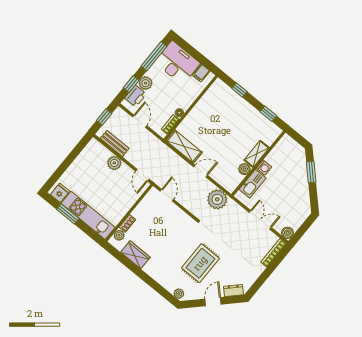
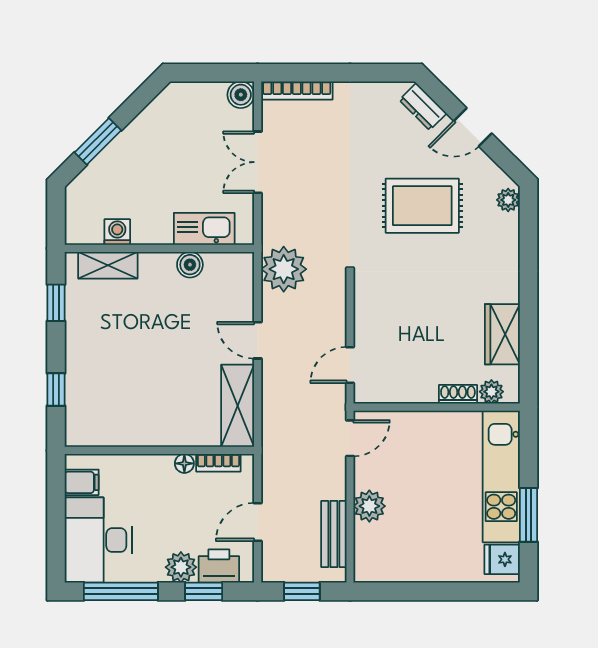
shelving: (257, 154) -> (108, 265), moved
washing machine: (264, 168) -> (117, 232), moved

